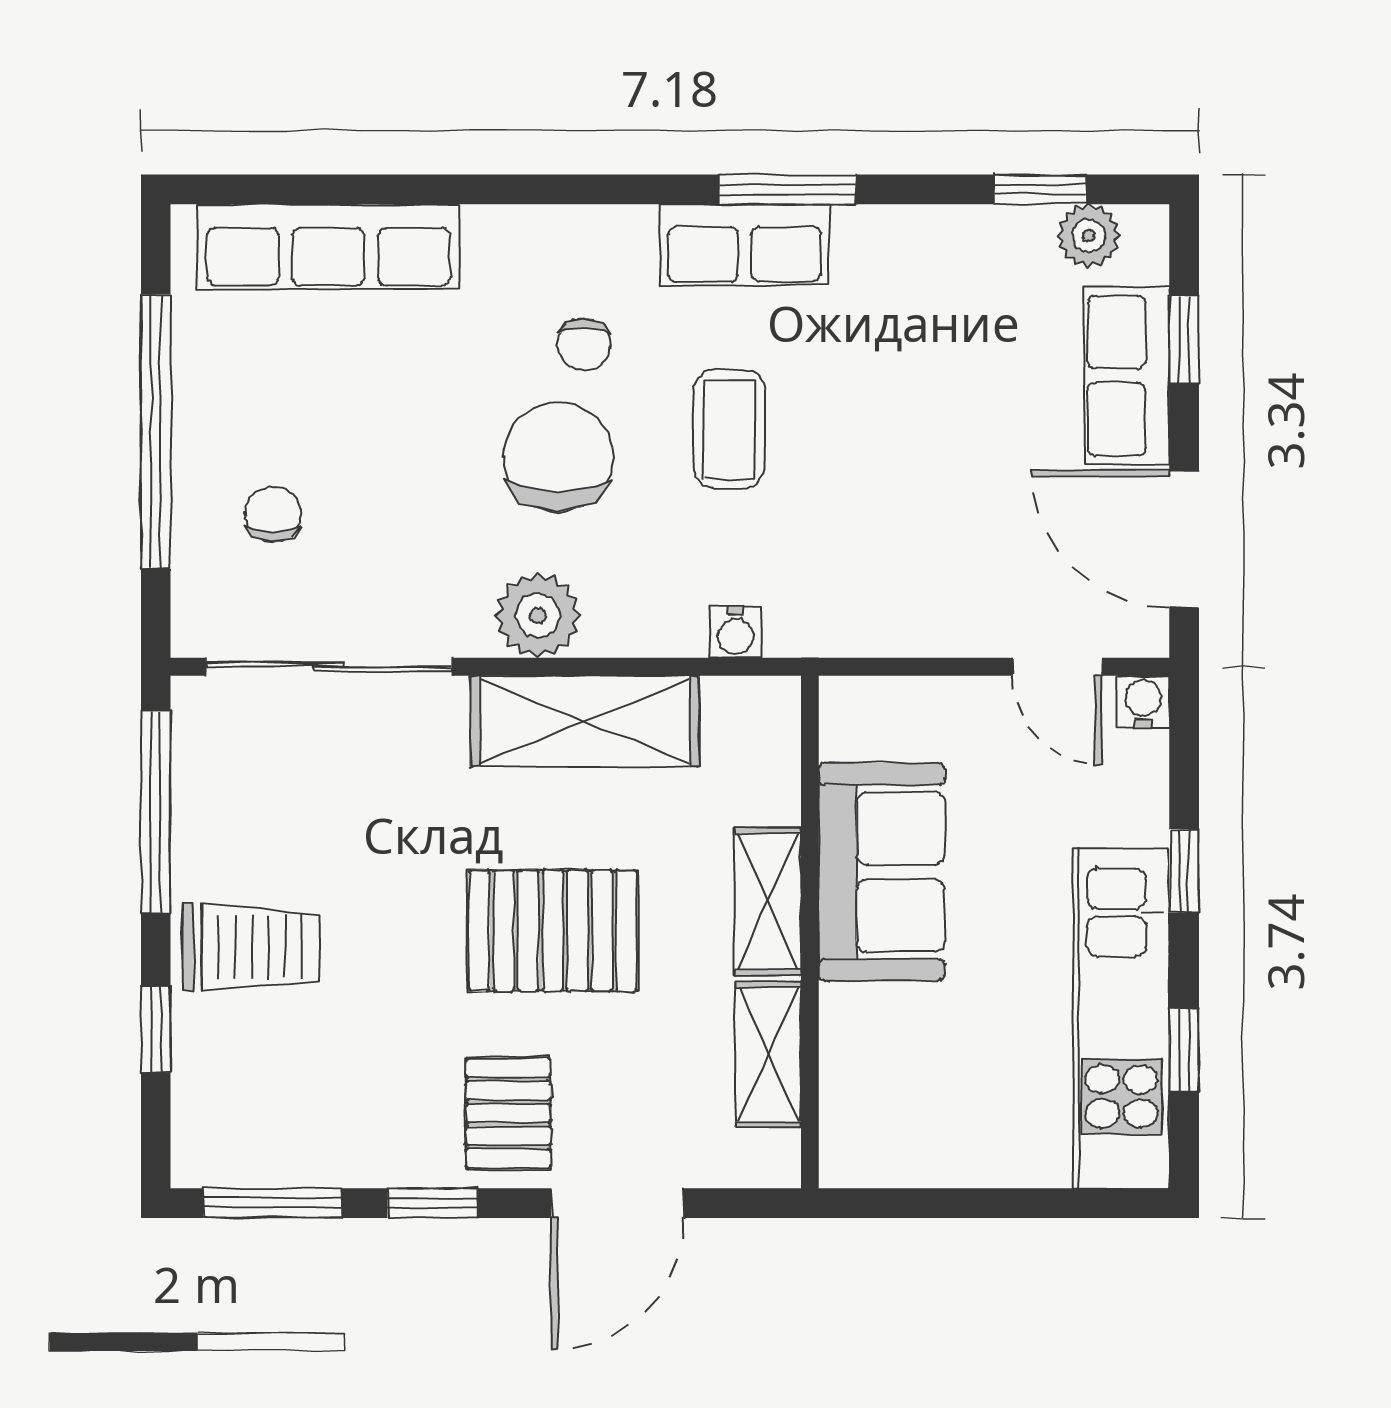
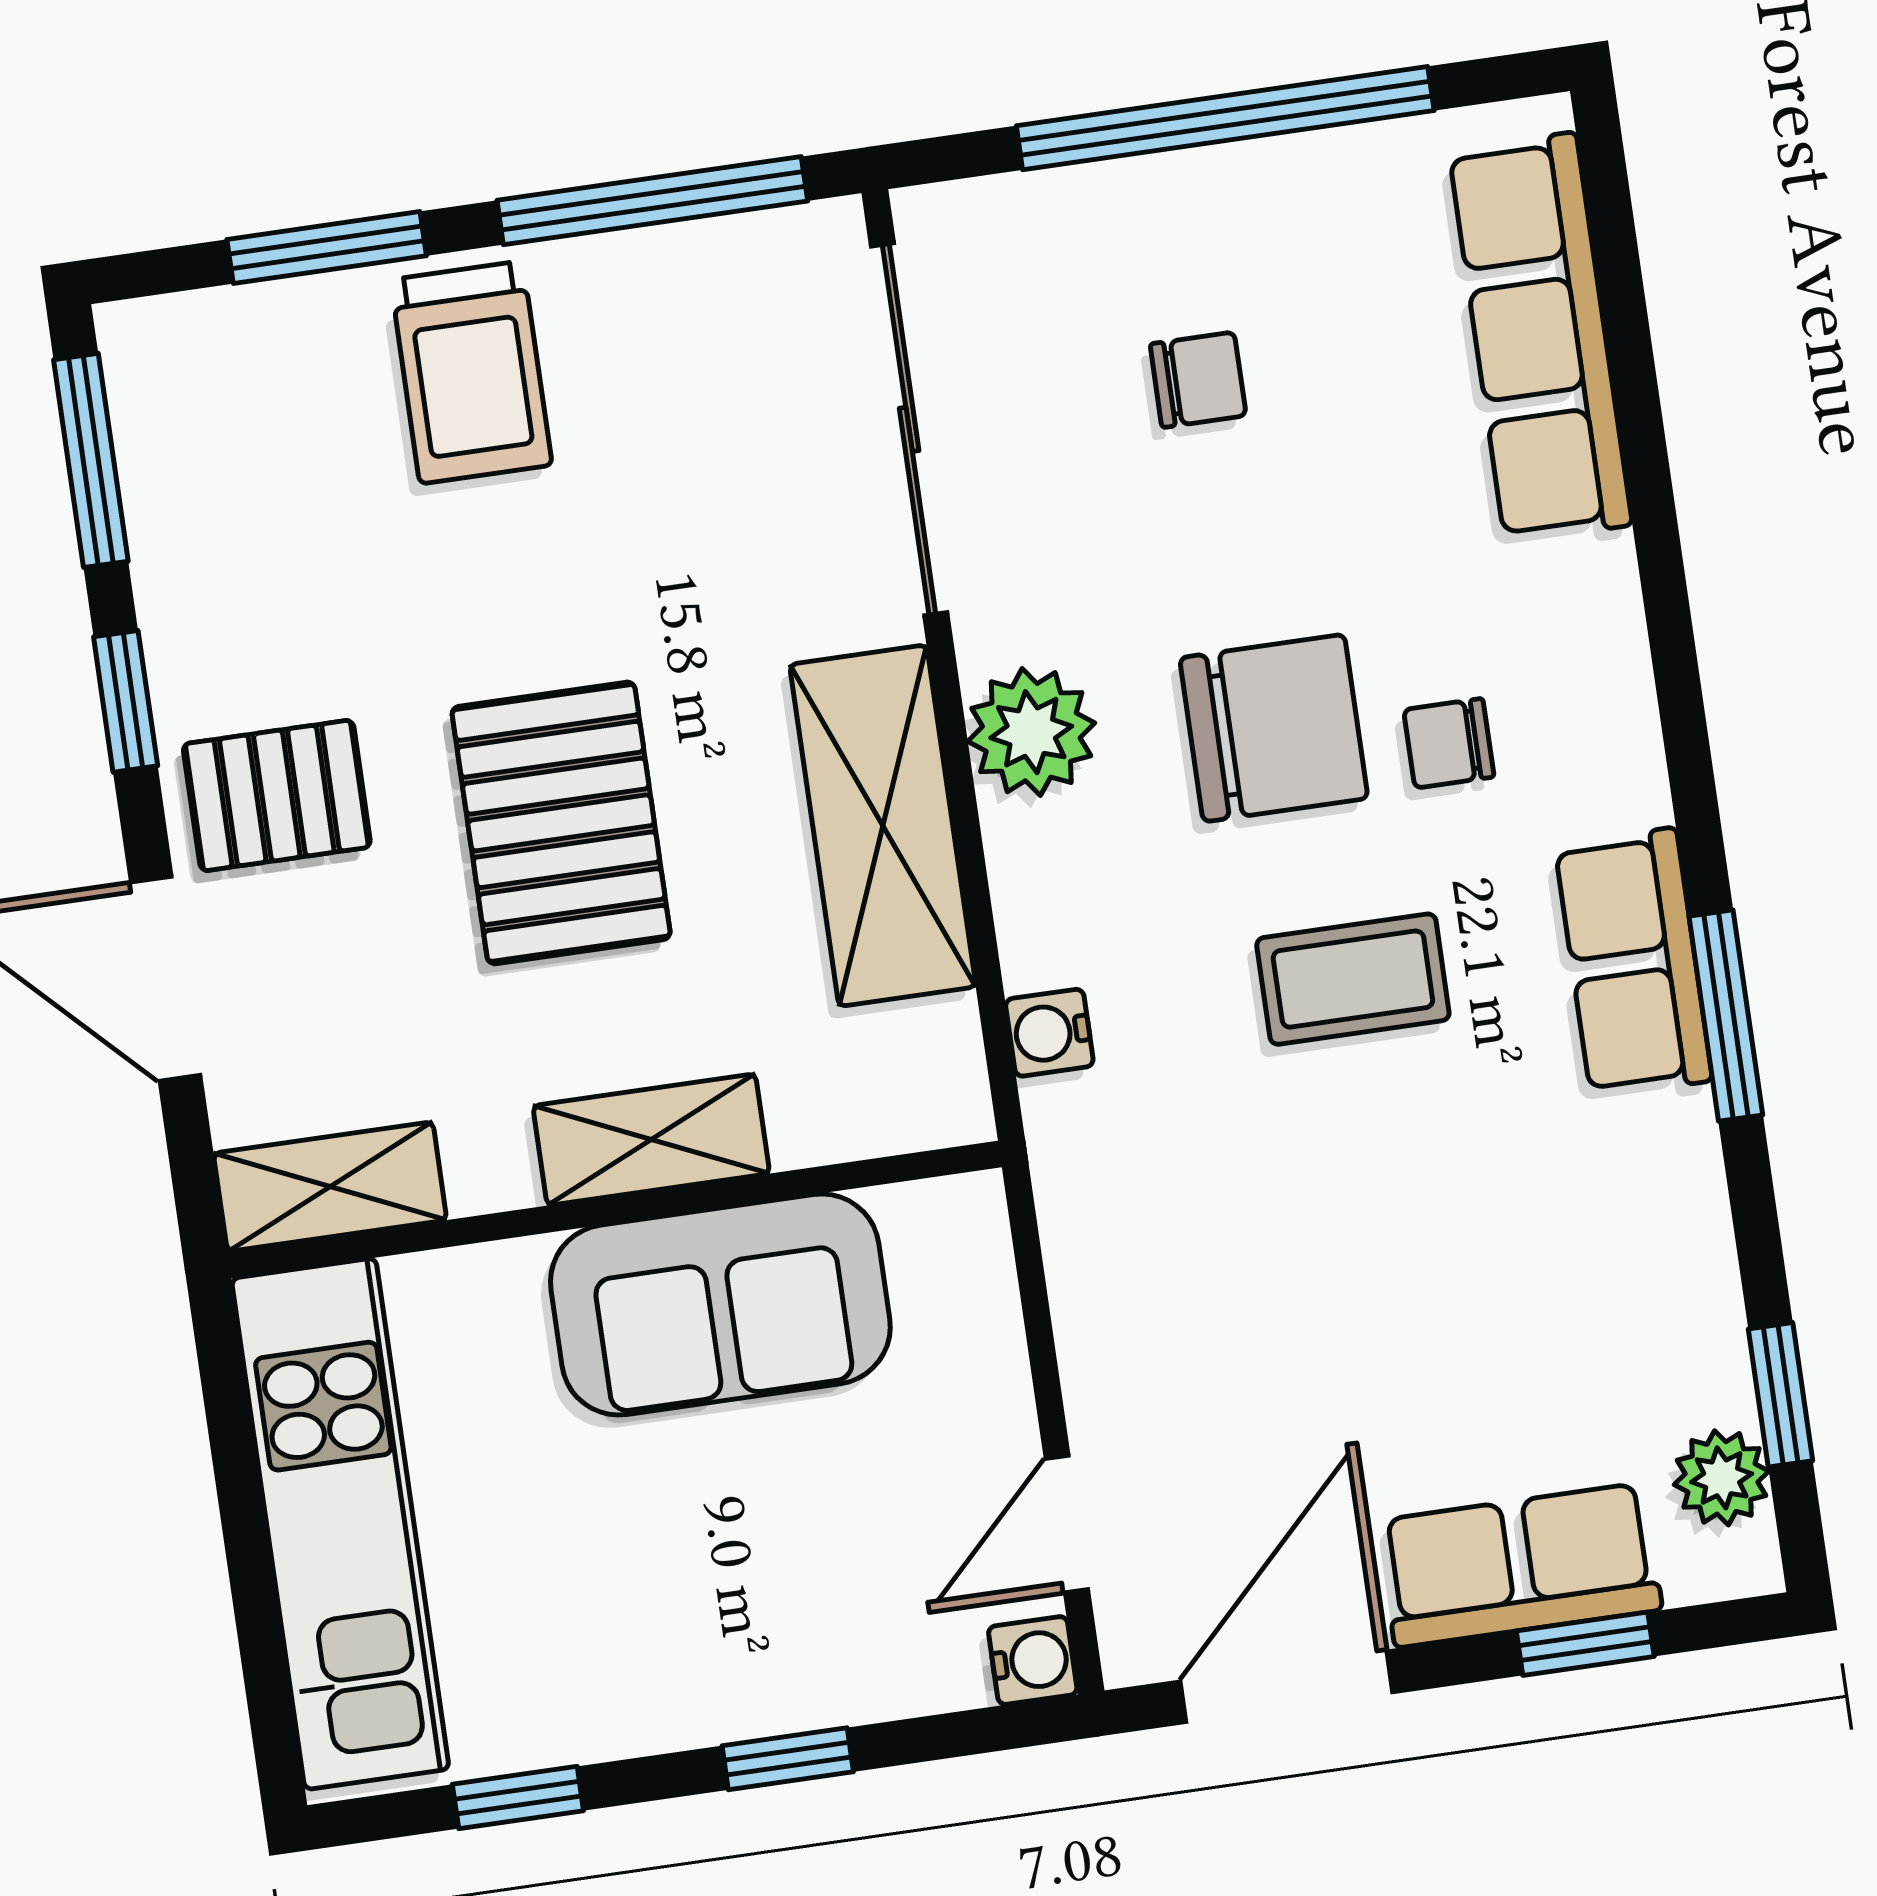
chair: (273, 514) -> (1198, 380), moved
kitchen unit: (1121, 1018) -> (340, 1524), moved, turned 90
window: (156, 1029) -> (327, 248), width x1.50
shelving: (768, 1054) -> (330, 1187), moved

